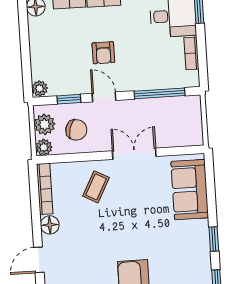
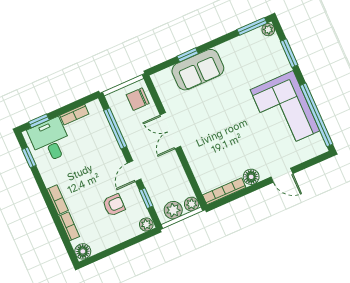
armchair: (103, 53) -> (114, 205), moved
chair: (76, 130) -> (138, 99), moved, turned -106
coffee table: (96, 187) -> (208, 151), removed
sofa: (190, 190) -> (198, 70), moved
window: (214, 239) -> (188, 55), moved

